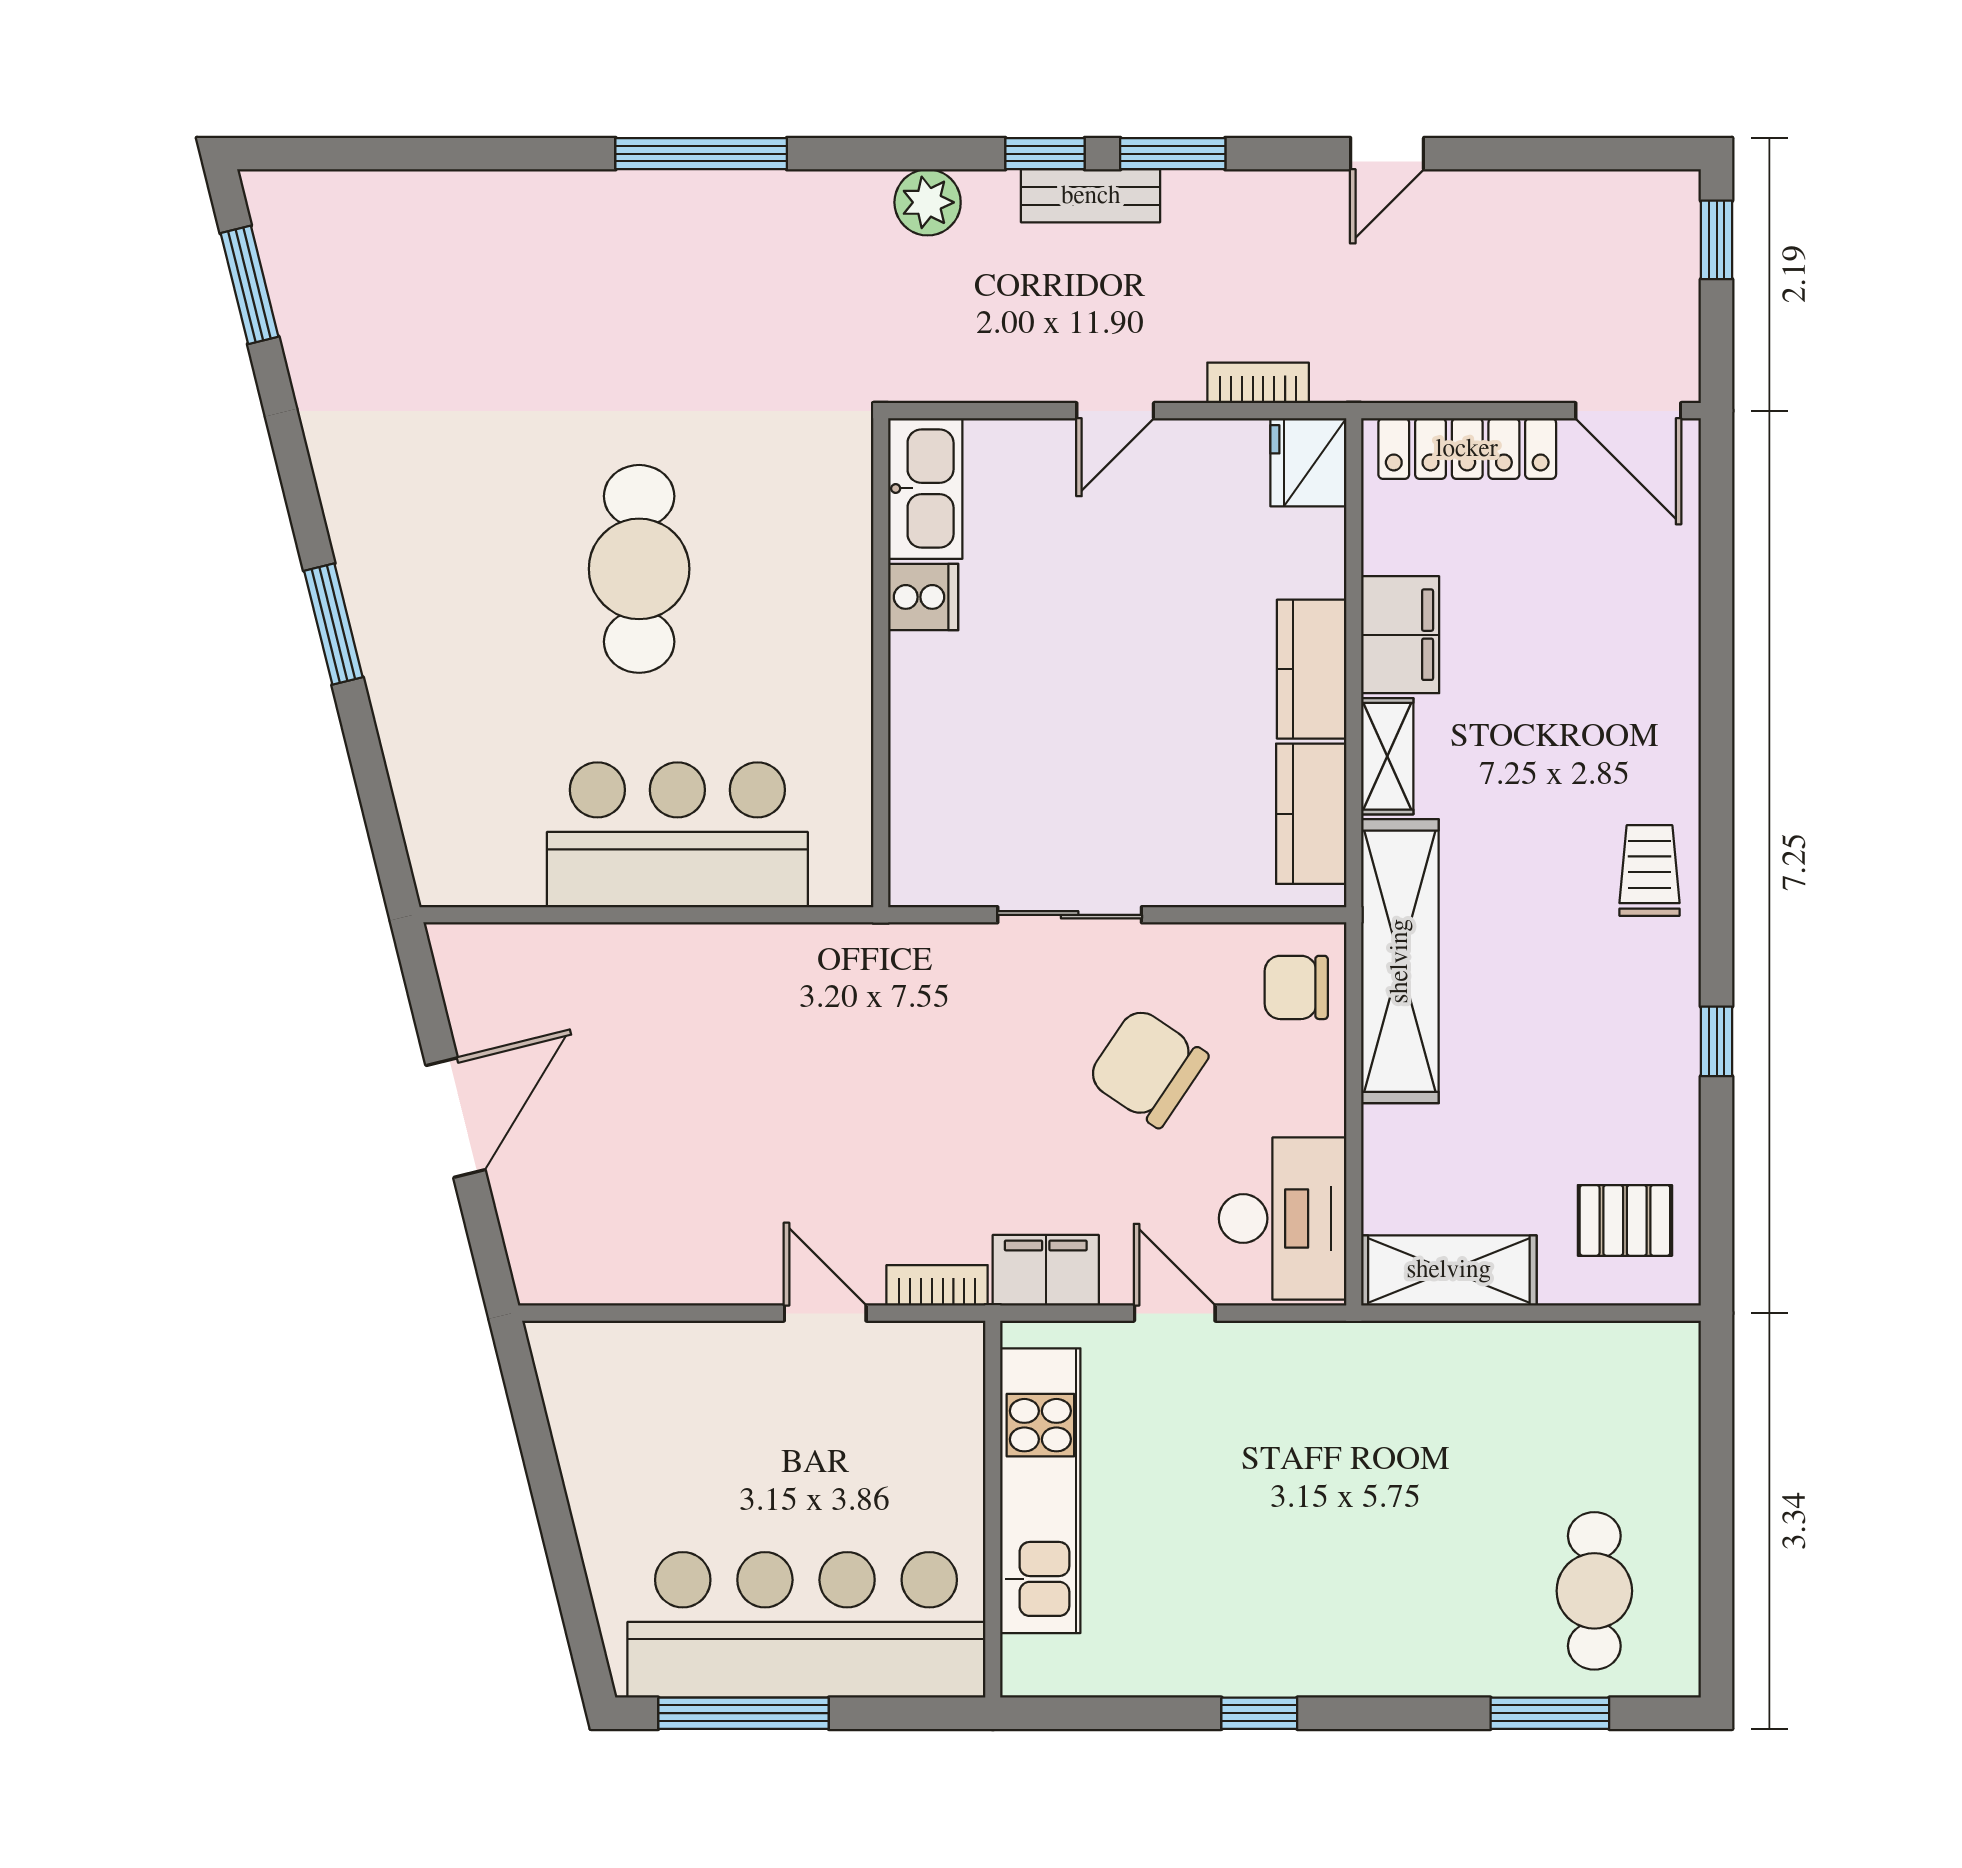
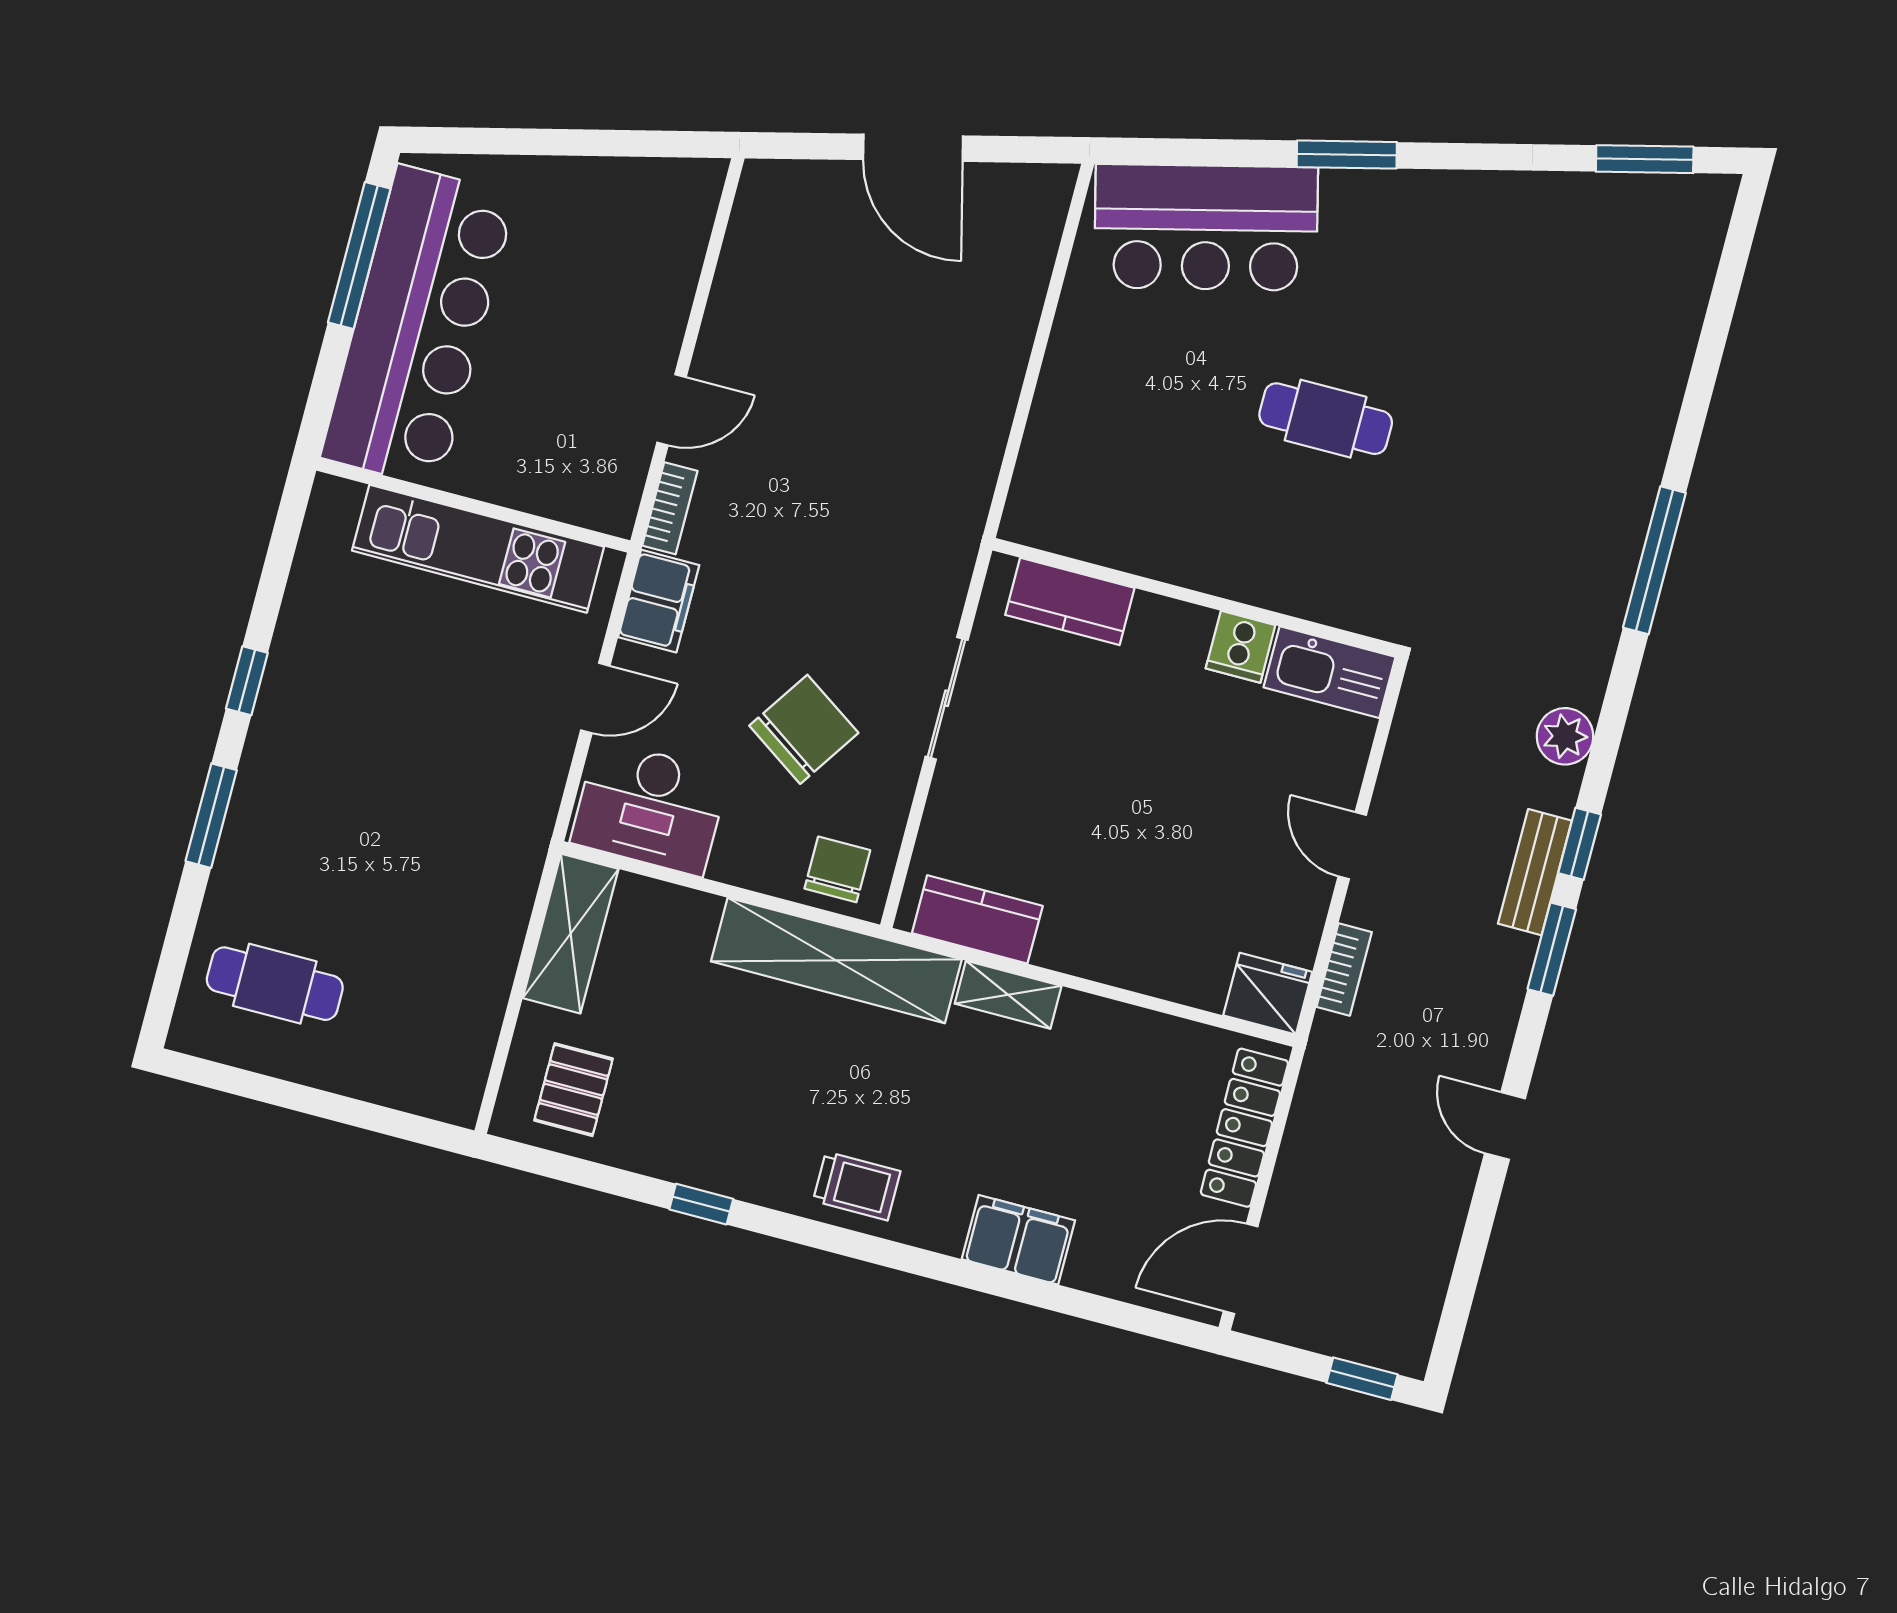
cafe table: (639, 569) -> (1326, 419), width x0.73, depth x0.74
filing cabinet: (1400, 635) -> (1018, 1240), moved, turned 180
kitchen counter: (1312, 669) -> (1070, 601), moved, turned 180
bar counter: (677, 835) -> (1206, 227), moved, turned 76
window: (1550, 1713) -> (211, 816), moved

